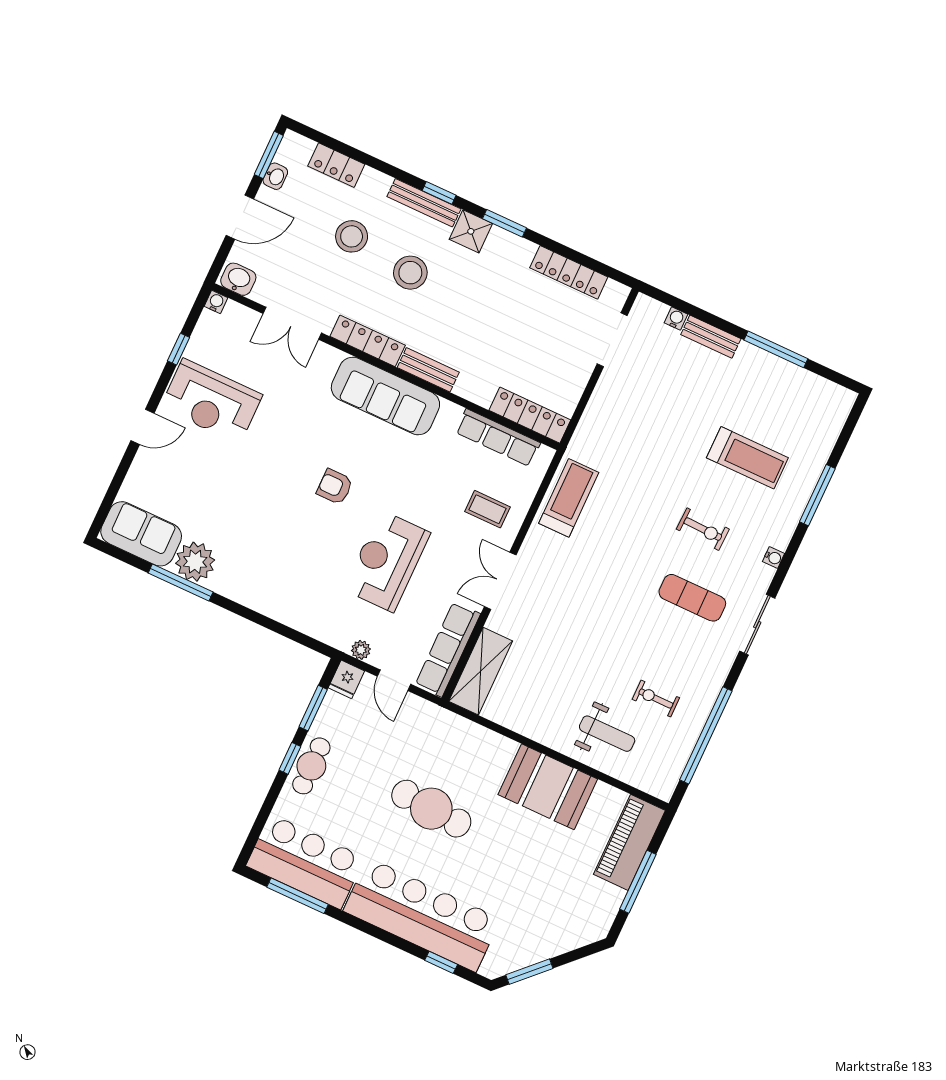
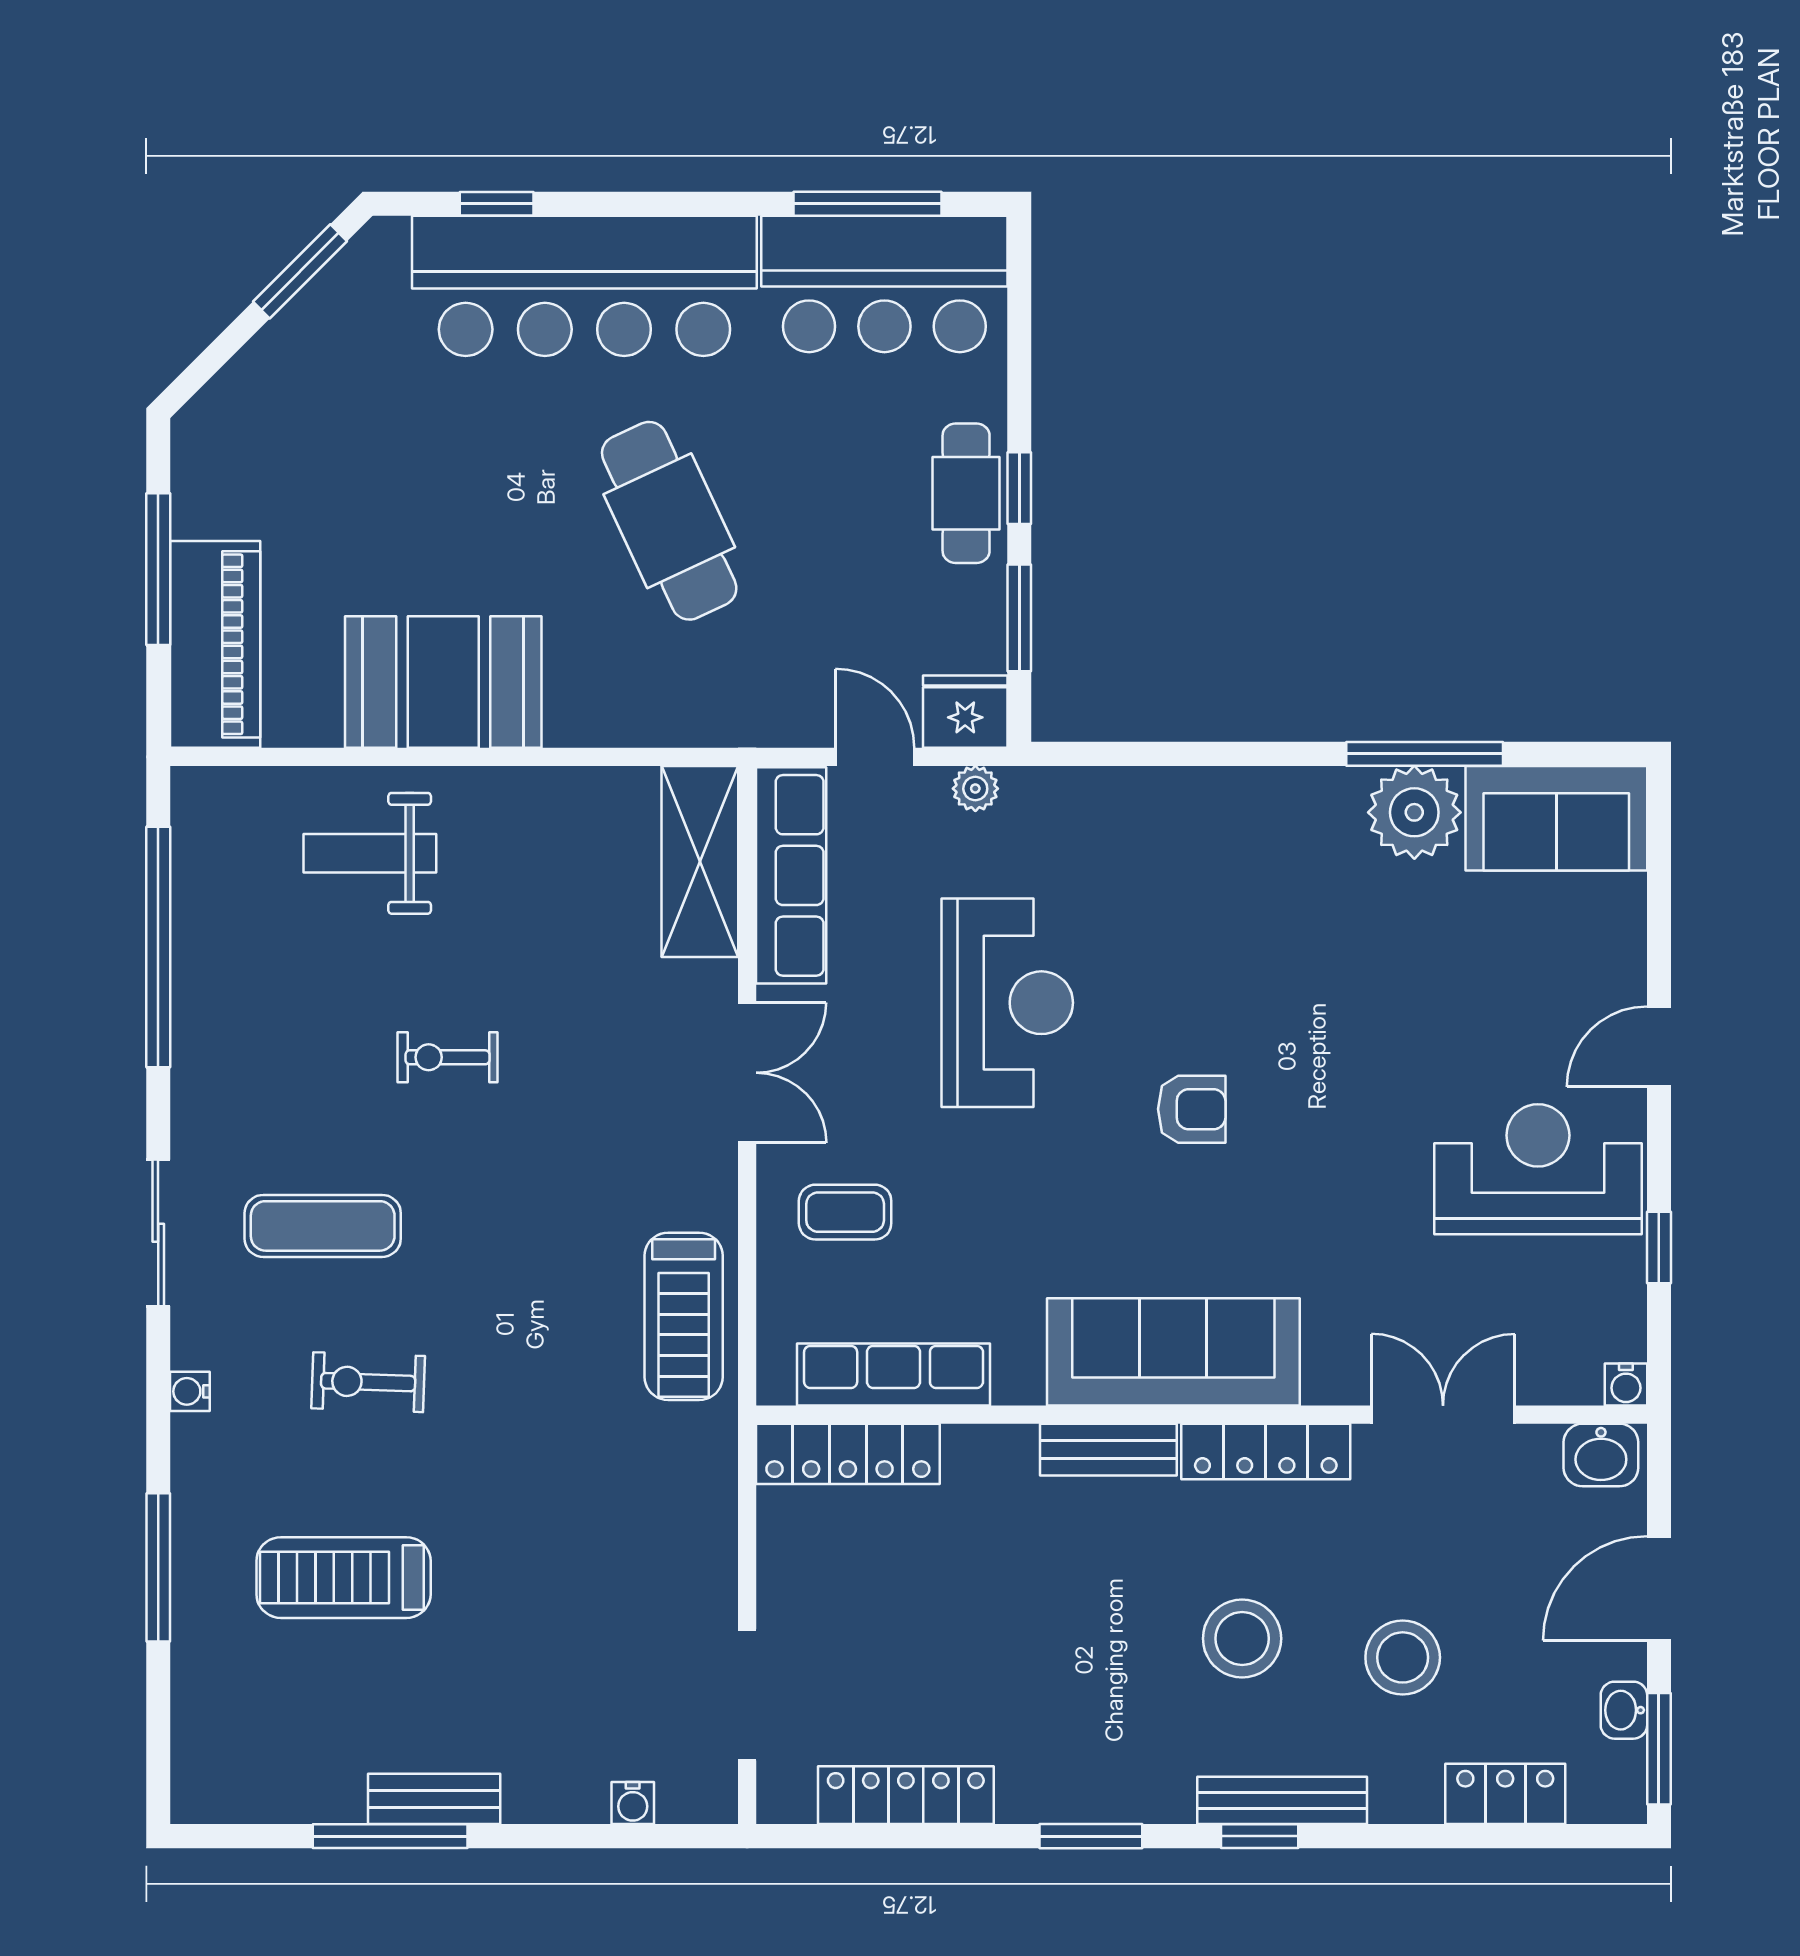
shower: (471, 231) -> (1154, 1786), removed
bench: (711, 337) -> (434, 1799), moved
fridge: (346, 679) -> (965, 712), width x1.38
exercise bike: (656, 699) -> (448, 1057), moved, turned 180
cafe table: (431, 809) -> (669, 521), turned 61

